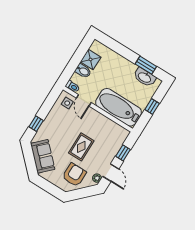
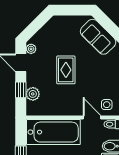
plant: (116, 144) -> (33, 94), added
armchair: (74, 175) -> (56, 38), removed

